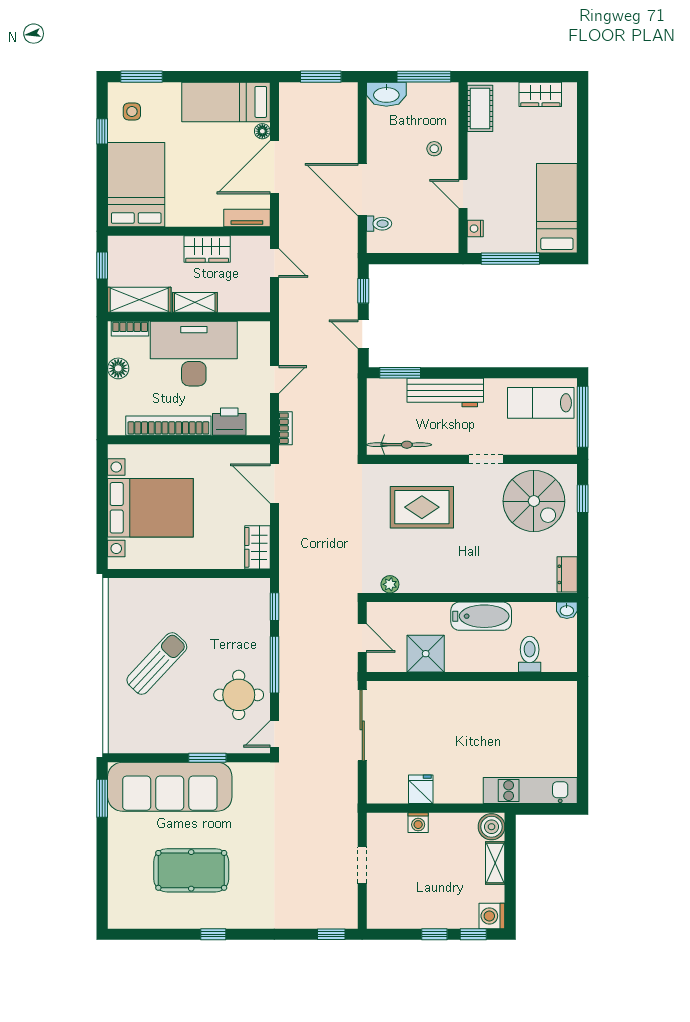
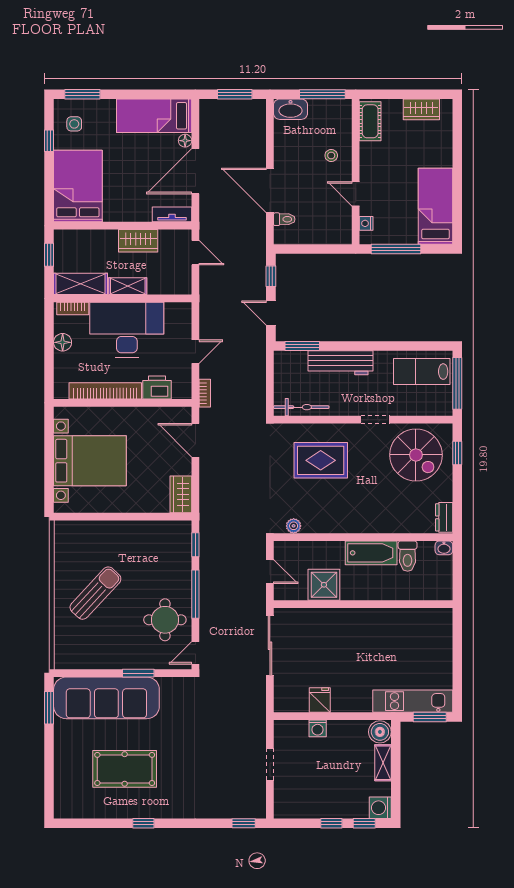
toilet: (530, 654) -> (408, 556), moved, turned 180
window: (550, 809) -> (430, 717), added

